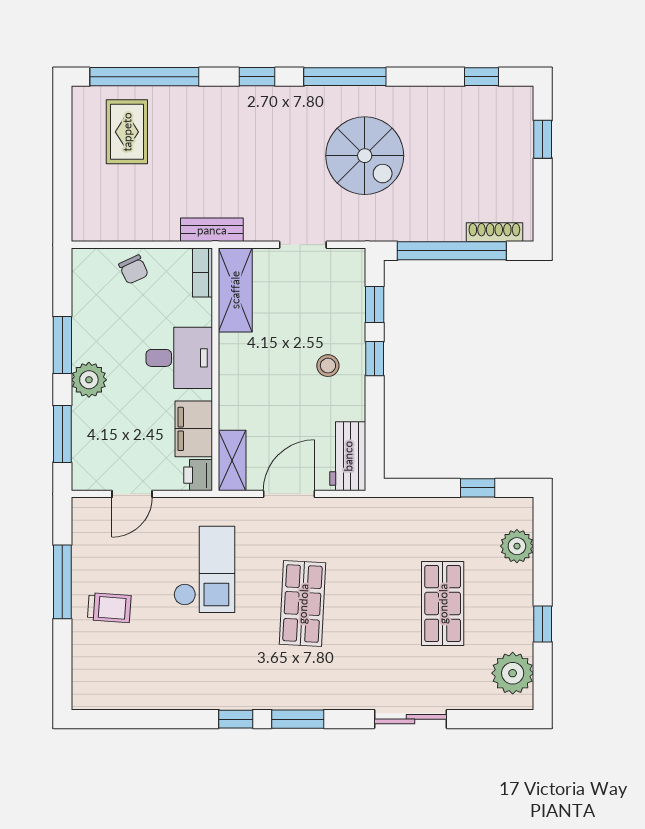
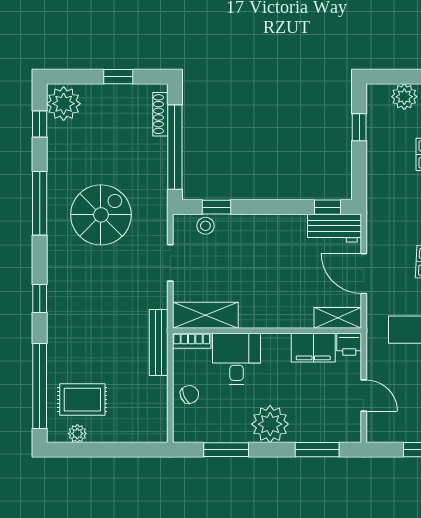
window: (345, 77) -> (40, 203), moved
plant: (508, 108) -> (64, 104), added
plant: (83, 125) -> (77, 434), added
window: (543, 139) -> (118, 77), moved
bench: (212, 230) -> (159, 342), width x1.36
window: (62, 345) -> (226, 450), moved
desk: (179, 358) -> (237, 359), moved
window: (375, 359) -> (327, 207), moved
stool: (328, 366) -> (205, 226), moved
plant: (89, 380) -> (270, 424), width x1.36, depth x1.36

